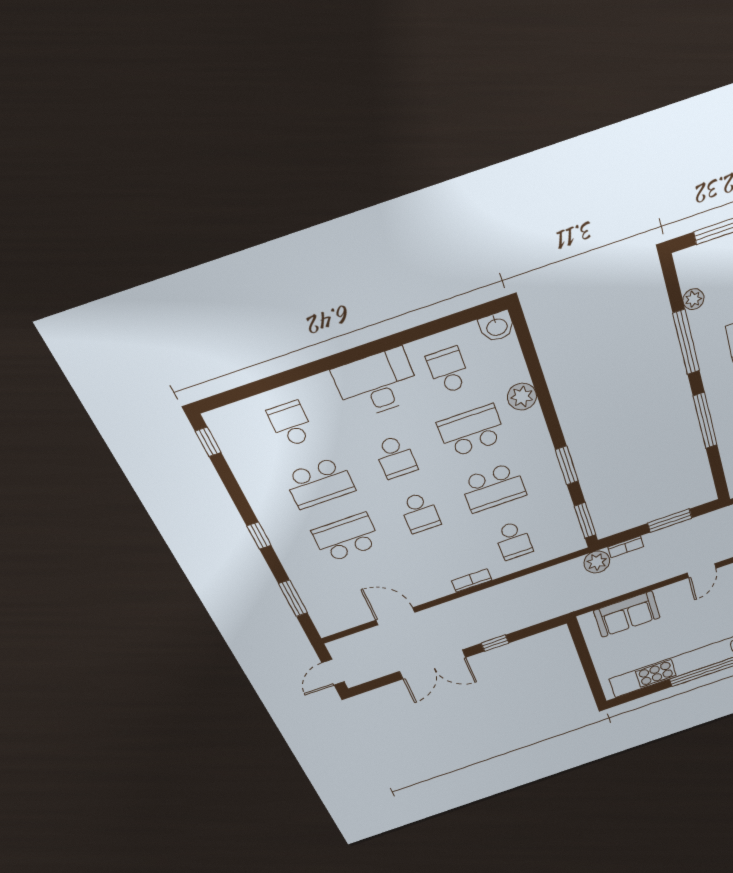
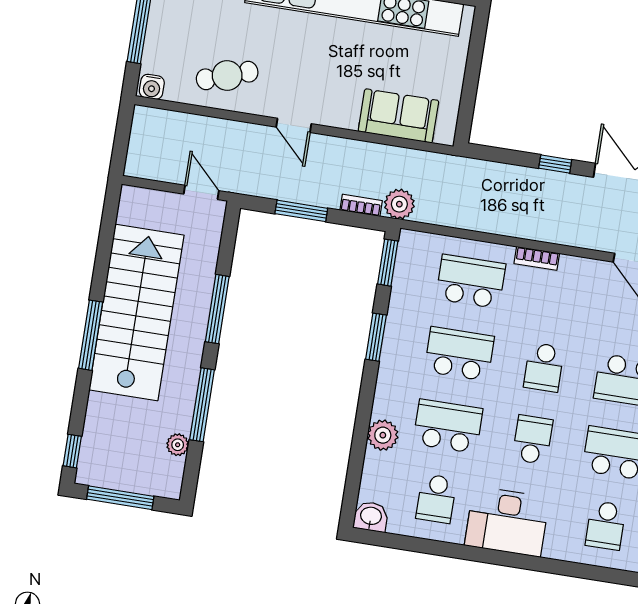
school desk: (472, 431) -> (448, 426), turned 180
school desk: (420, 513) -> (544, 367), turned 180
school desk: (513, 540) -> (471, 281), width x1.85
door: (702, 571) -> (294, 125), swing flipped

